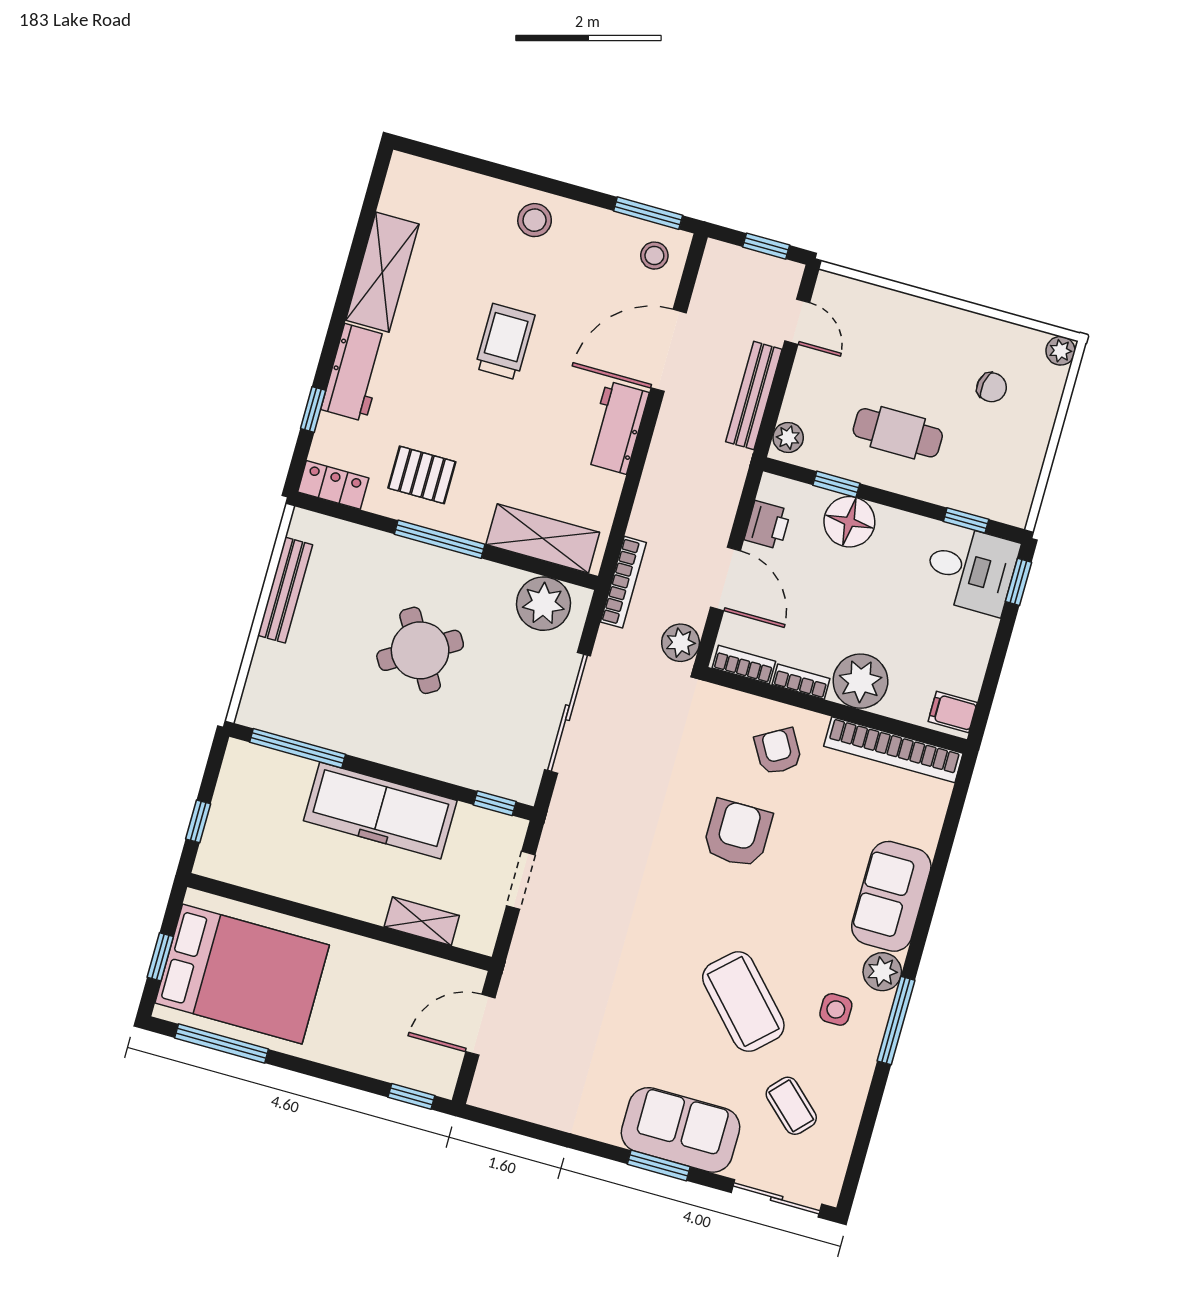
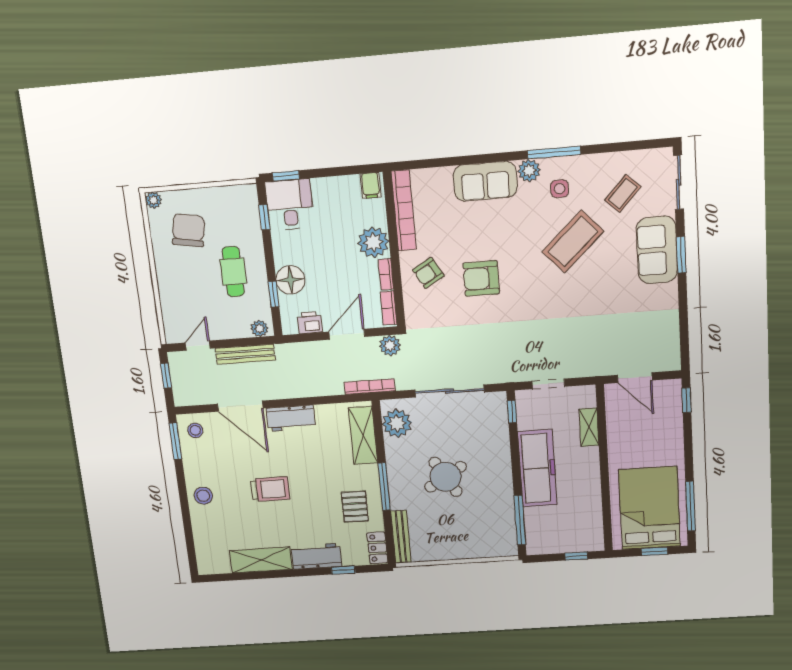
trolley: (505, 342) -> (270, 489), turned 180
chair: (992, 387) -> (188, 230), width x1.87, depth x1.87
bench: (285, 590) -> (401, 537), moved, turned 90

